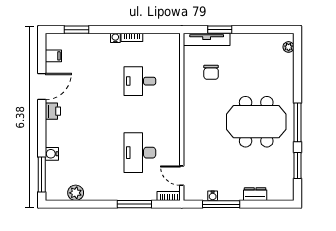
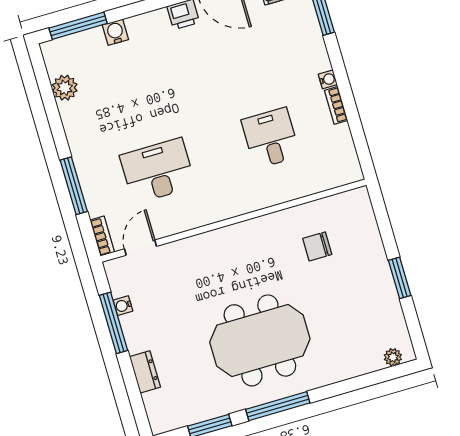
window: (220, 30) -> (400, 278), moved
tv unit: (207, 39) -> (367, 224), removed
meeting table: (256, 122) -> (260, 340), turned 90

